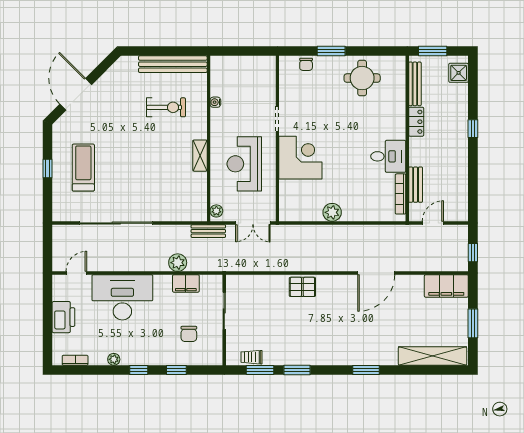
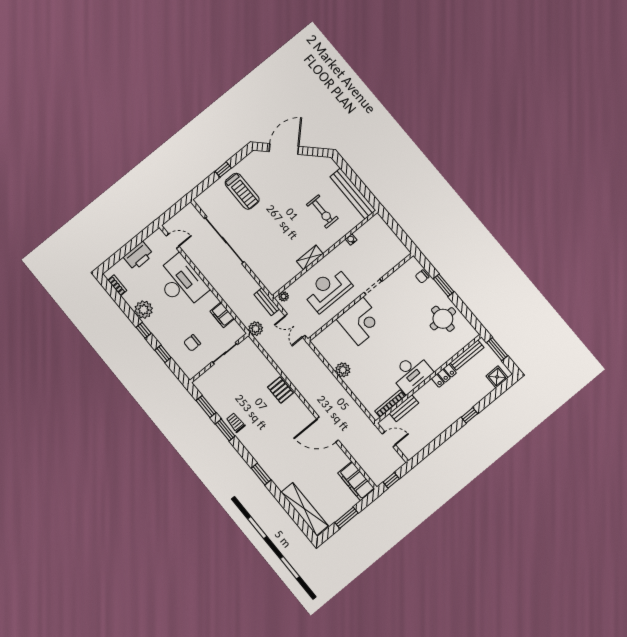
desk: (388, 156) -> (411, 373), width x1.37
treadmill: (83, 168) -> (242, 191), turned 90
plant: (178, 263) -> (256, 329), moved
trolley: (252, 357) -> (236, 423), moved
plant: (114, 359) -> (144, 310), width x1.88, depth x1.88

